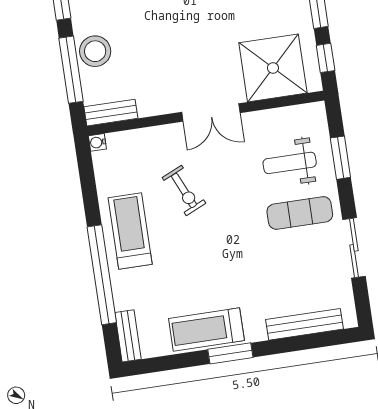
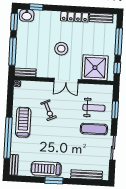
stool: (95, 51) -> (61, 49), moved
weight bench: (290, 163) -> (94, 108), turned 180

